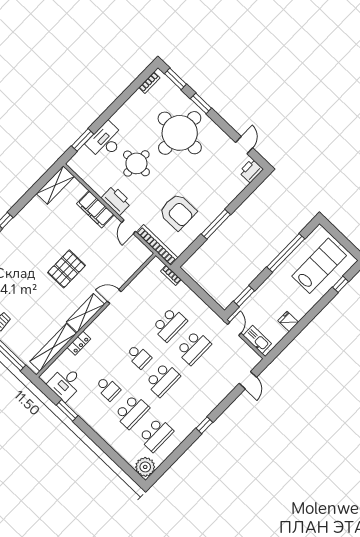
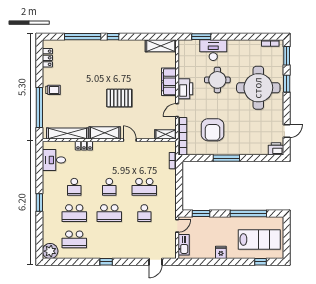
shelving: (140, 259) -> (166, 134), added
fridge: (288, 321) -> (221, 252), moved
school desk: (194, 348) -> (144, 213), width x0.54
window: (67, 410) -> (39, 203), moved

